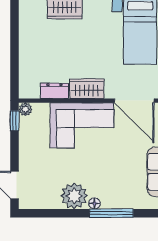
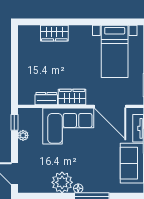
plant: (25, 109) -> (23, 135), moved

